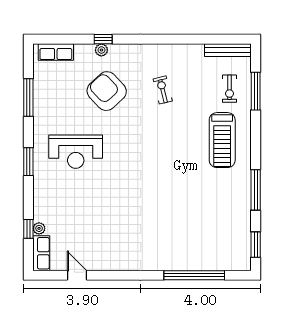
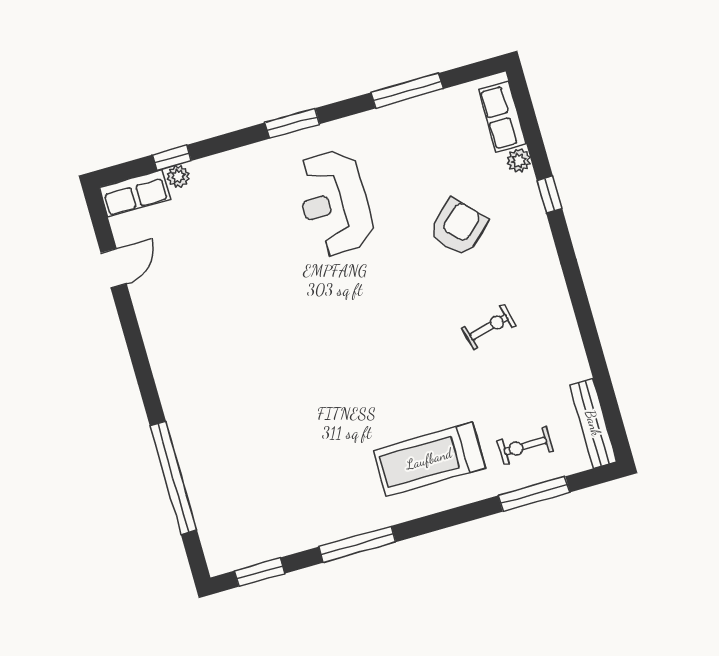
plant: (101, 50) -> (519, 160), moved
armchair: (107, 91) -> (458, 227), width x0.73, depth x0.73

